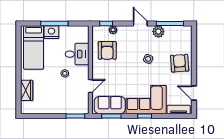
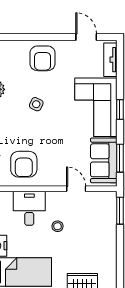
armchair: (107, 50) -> (24, 164), turned 90
armchair: (180, 63) -> (43, 58), turned -86
door: (194, 93) -> (86, 37), swing flipped

